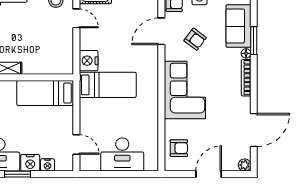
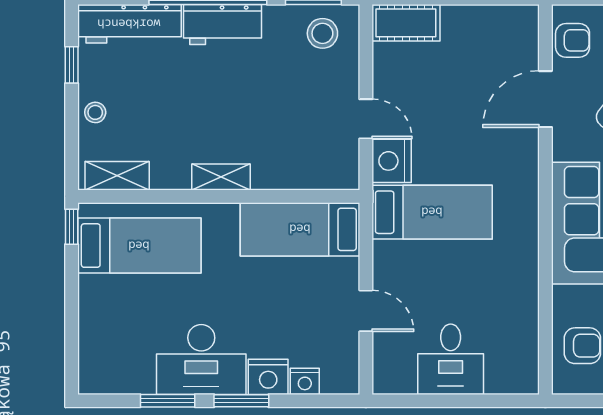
door: (76, 18) -> (366, 119), moved
door: (76, 144) -> (366, 311), moved
desk: (122, 154) -> (451, 359), width x0.73

